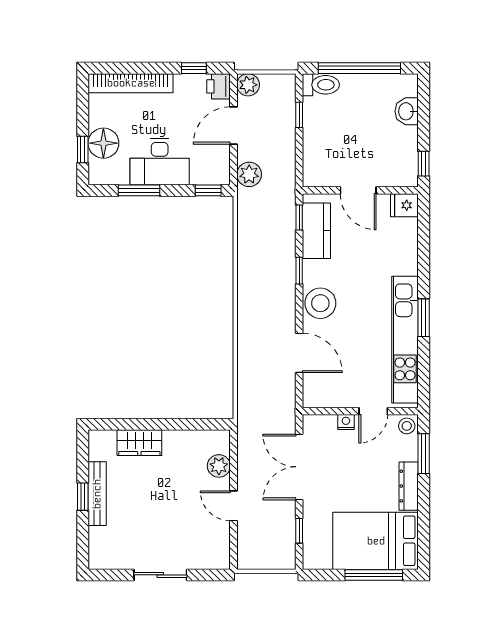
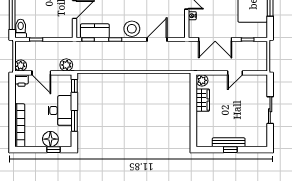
window: (194, 68) -> (12, 93), removed
wardrobe: (139, 443) -> (203, 100), moved
plant: (219, 466) -> (202, 80), moved

